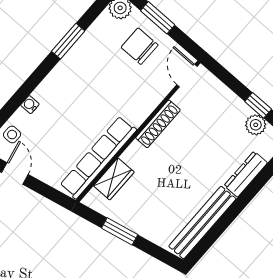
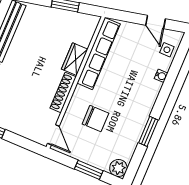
chair: (140, 46) -> (95, 119), moved
wardrobe: (114, 179) -> (75, 59), moved

